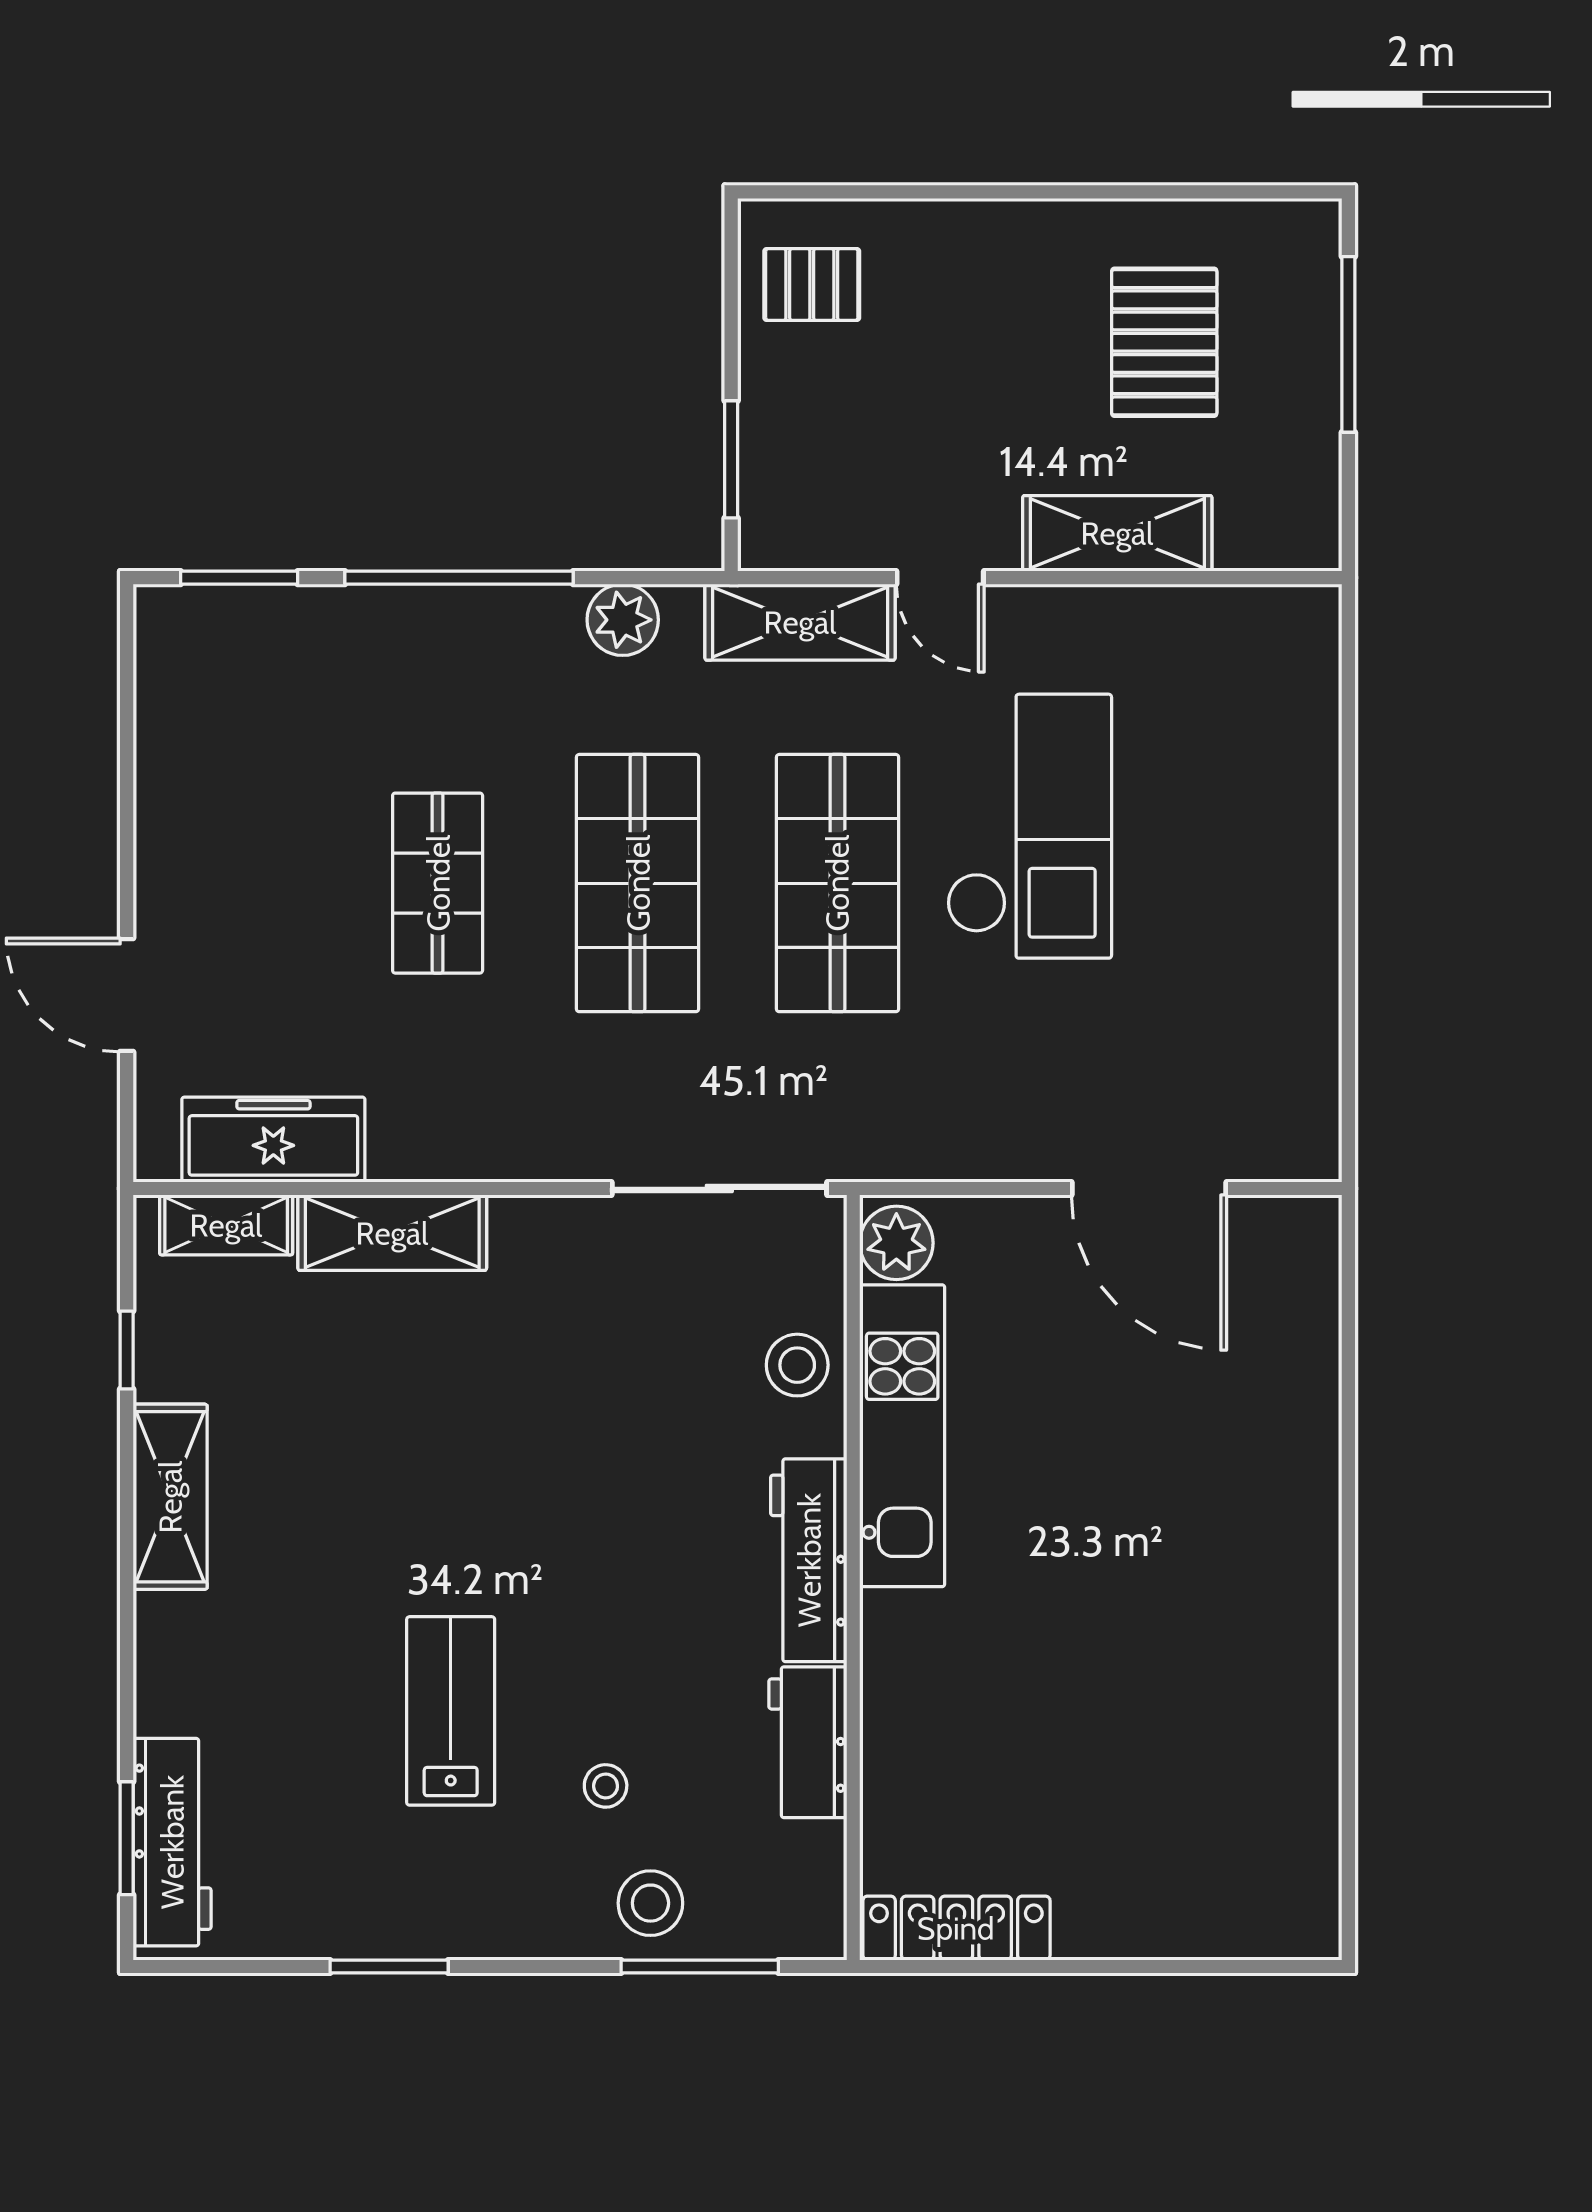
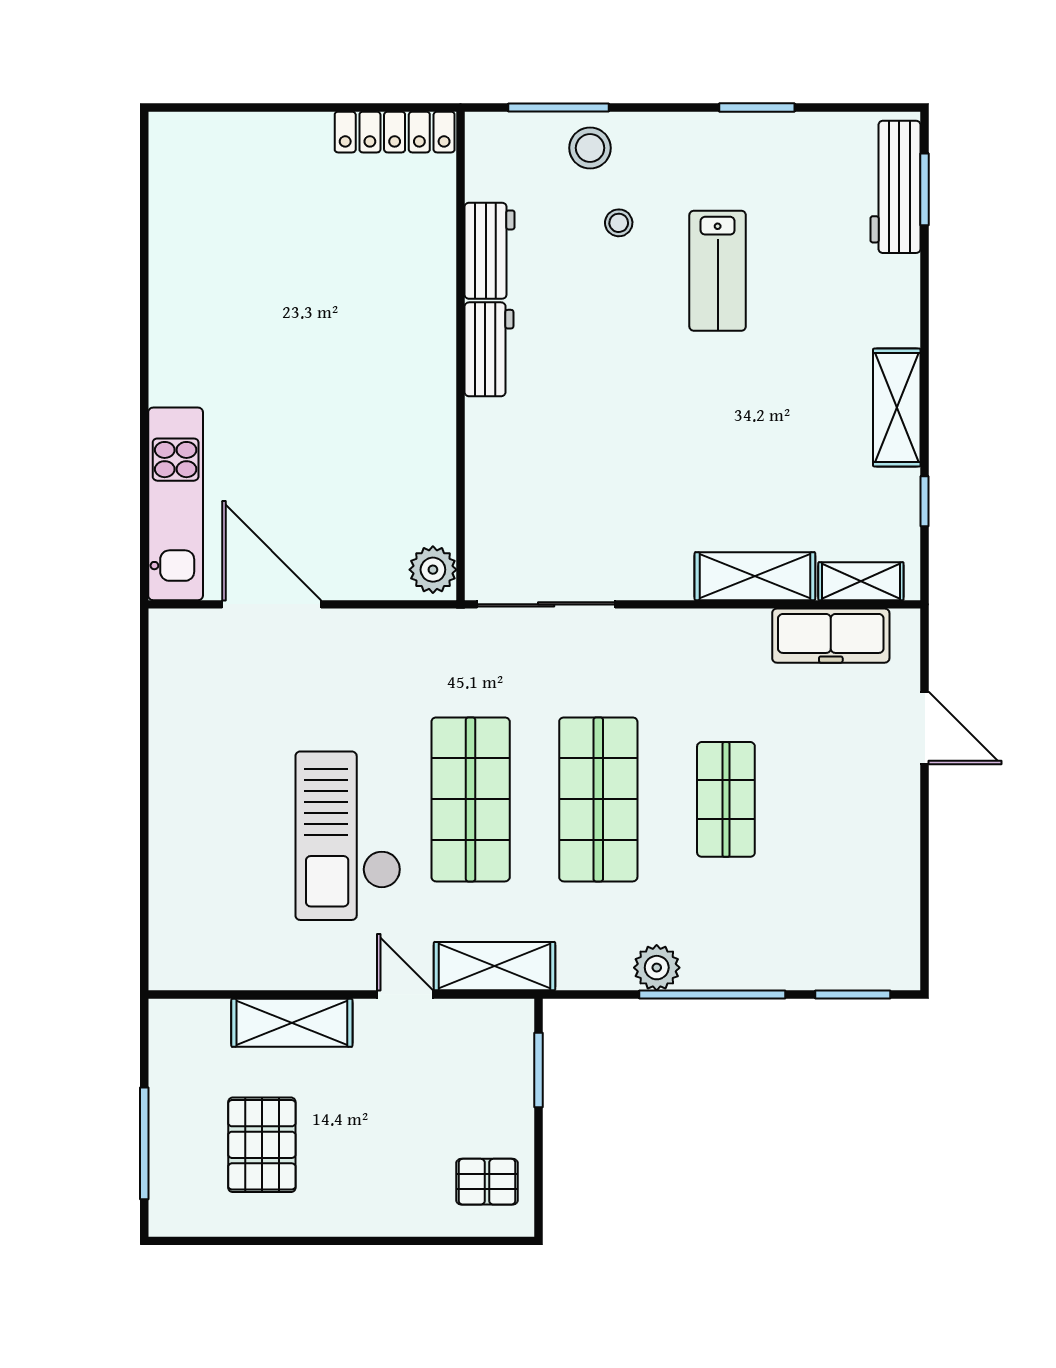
plant: (623, 620) -> (657, 968), moved
stool: (797, 1365) -> (496, 492), removed
kitchen unit: (902, 1436) -> (176, 504), moved, turned 180
workbench: (809, 1560) -> (489, 349), width x0.73

